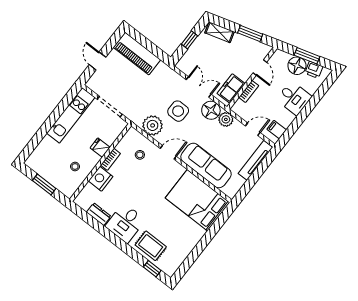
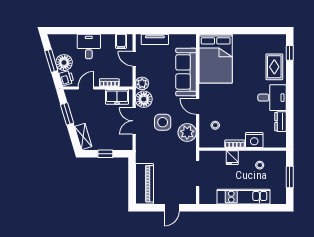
printer: (314, 70) -> (66, 78), moved
kitchen unit: (71, 115) -> (243, 197), moved
tv unit: (255, 160) -> (155, 39), width x0.71

